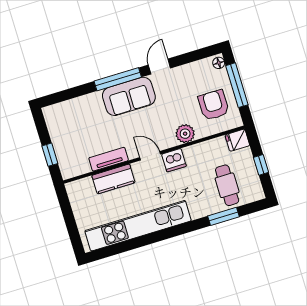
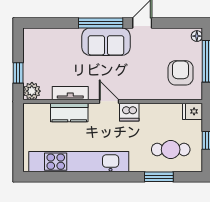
plant: (185, 134) -> (32, 91), moved
cafe table: (227, 185) -> (171, 150), turned 90

